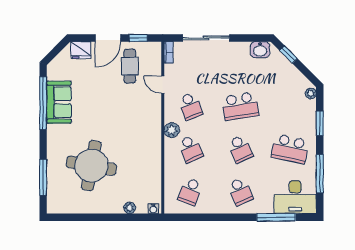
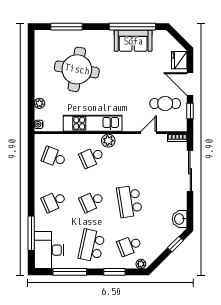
school desk: (190, 106) -> (129, 246), moved
kitchen unit: (152, 148) -> (93, 123), added

